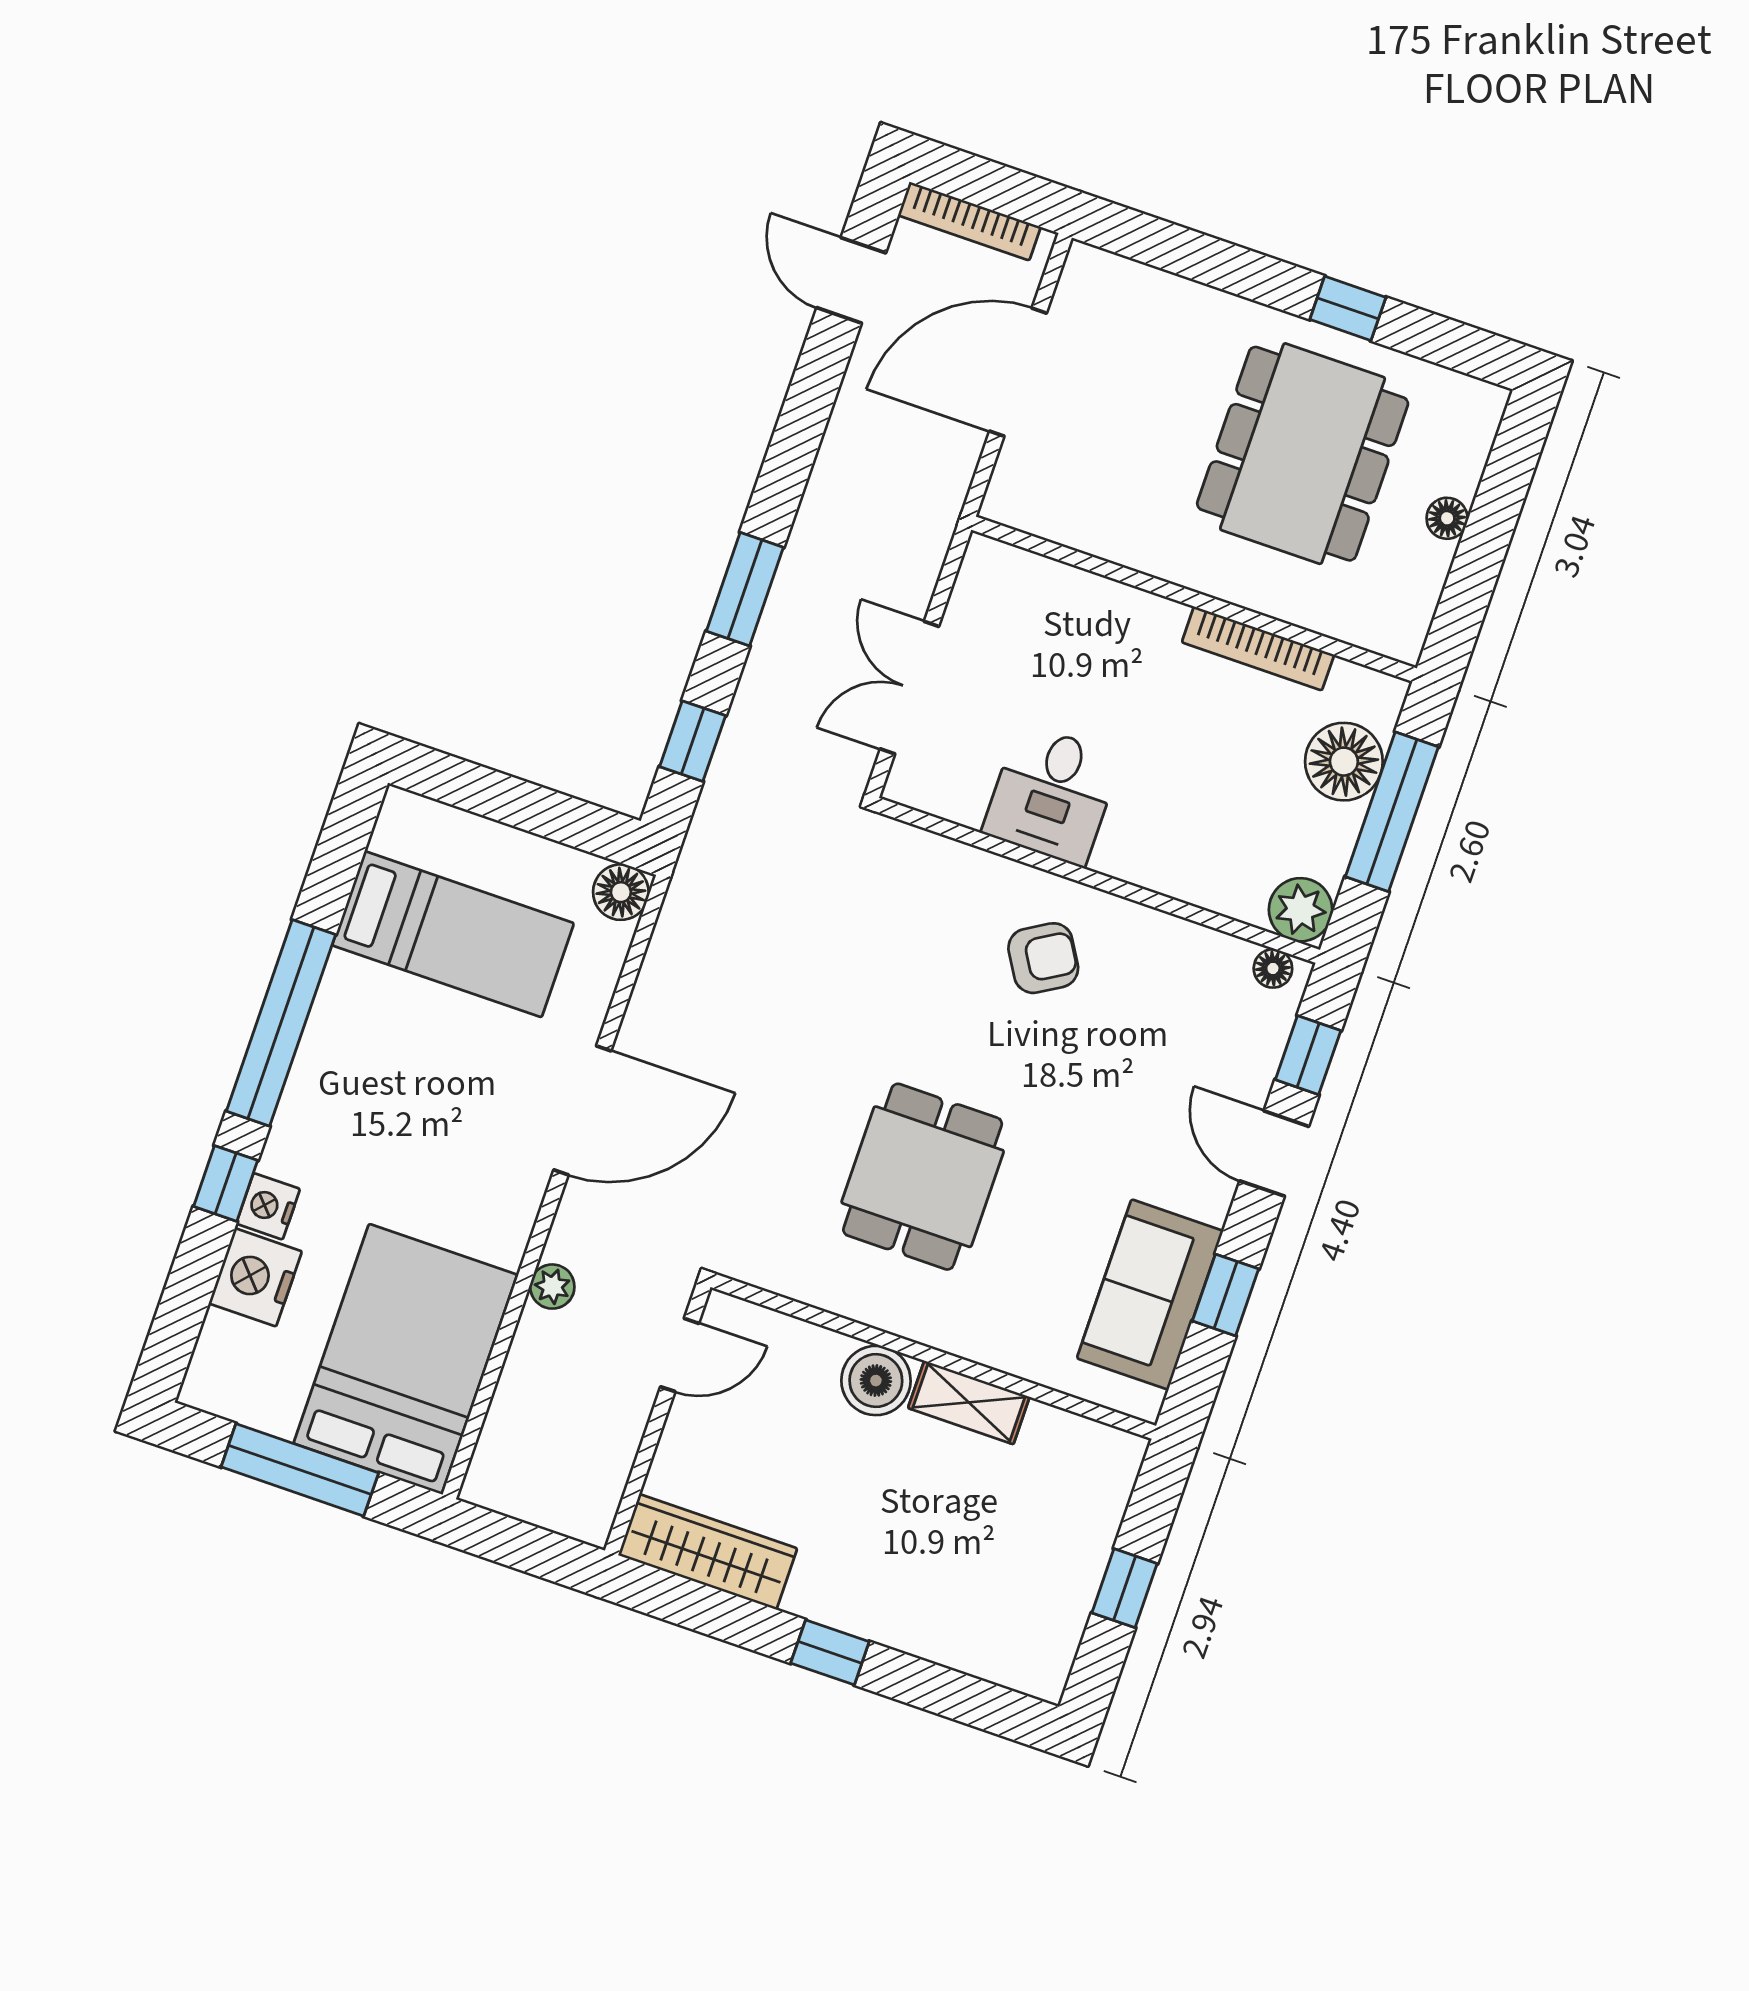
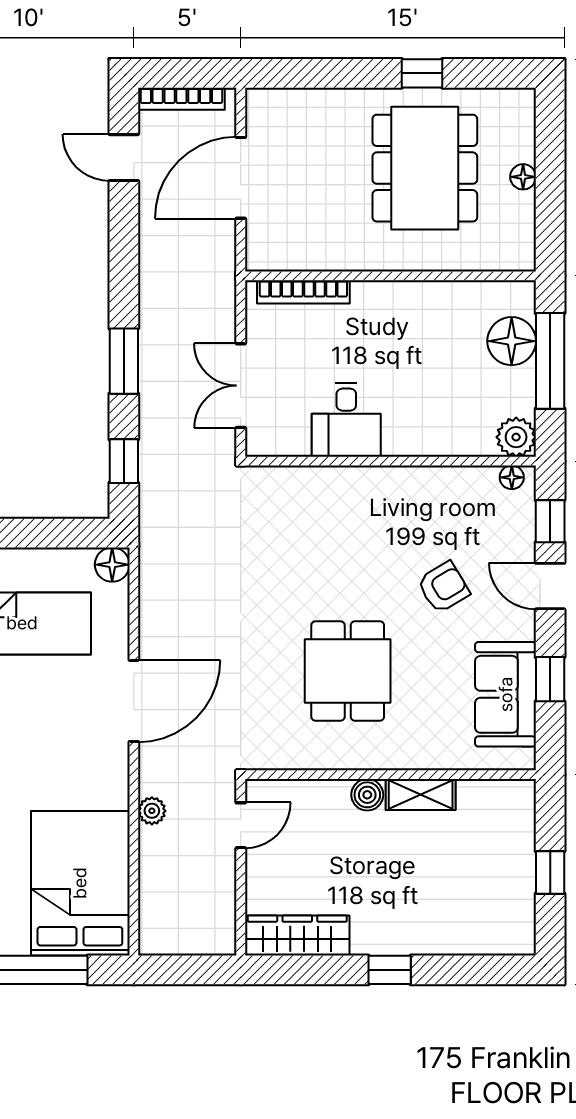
bookcase: (1258, 648) -> (303, 292), moved
armchair: (1043, 958) -> (443, 587), moved
boiler: (876, 1381) -> (367, 795), width x0.73, depth x0.73

